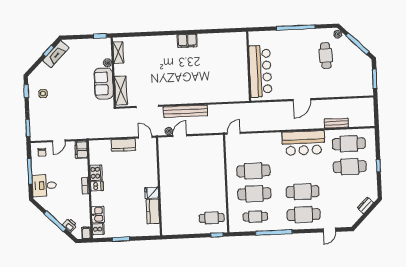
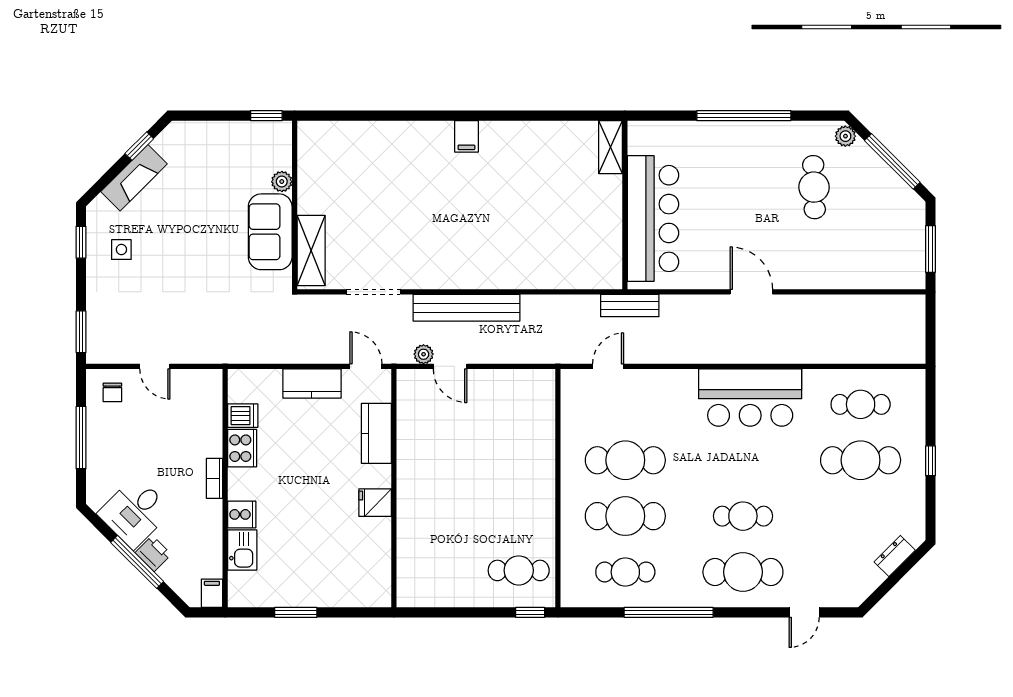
filing cabinet: (187, 41) -> (466, 136), width x0.50
shelving: (118, 52) -> (611, 147), moved
fireplace: (56, 54) -> (134, 178), moved
door: (302, 100) -> (751, 292), swing flipped
bench: (336, 123) -> (630, 306), moved
door: (234, 133) -> (608, 366), moved
door: (180, 136) -> (450, 366), swing flipped
door: (59, 141) -> (155, 366), hinge flipped
cafe table: (349, 144) -> (861, 404), width x0.73, depth x0.74
filing cabinet: (81, 150) -> (208, 390), removed
desk: (44, 185) -> (135, 512), moved, turned -45
dishwasher: (97, 186) -> (243, 416), moved
cafe table: (303, 192) -> (743, 516), width x0.73, depth x0.74
kitchen counter: (153, 211) -> (376, 433), moved
printer: (70, 225) -> (153, 553), moved
cooker: (98, 229) -> (242, 514), moved

